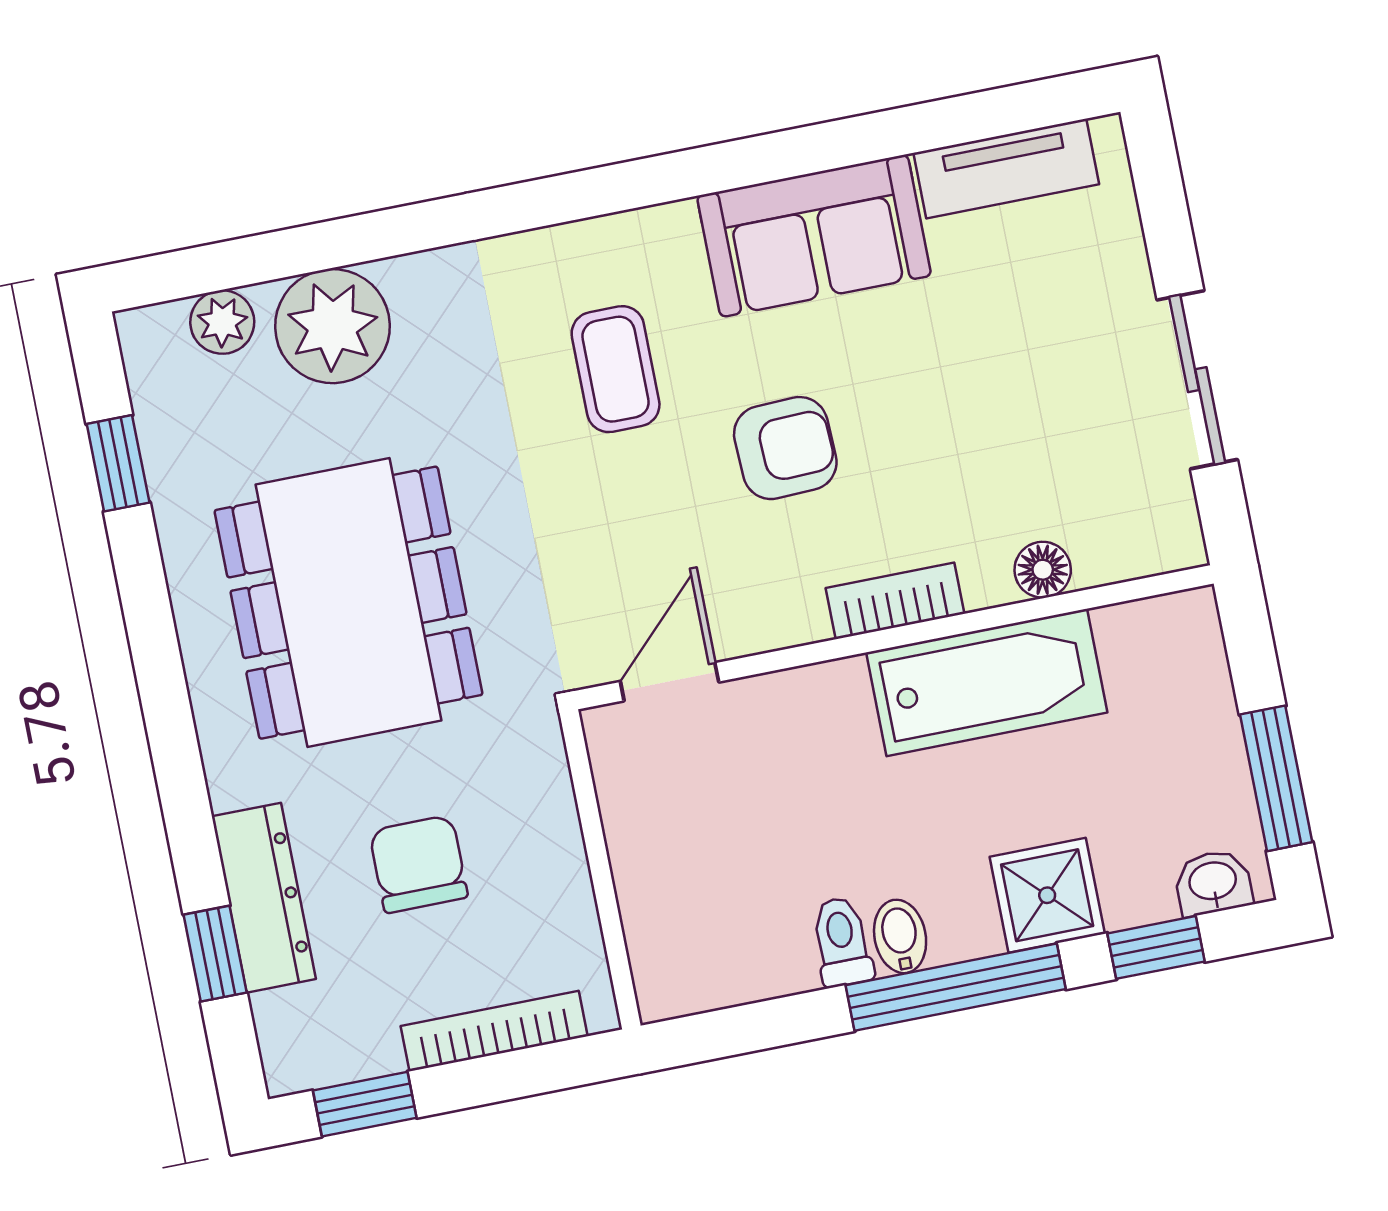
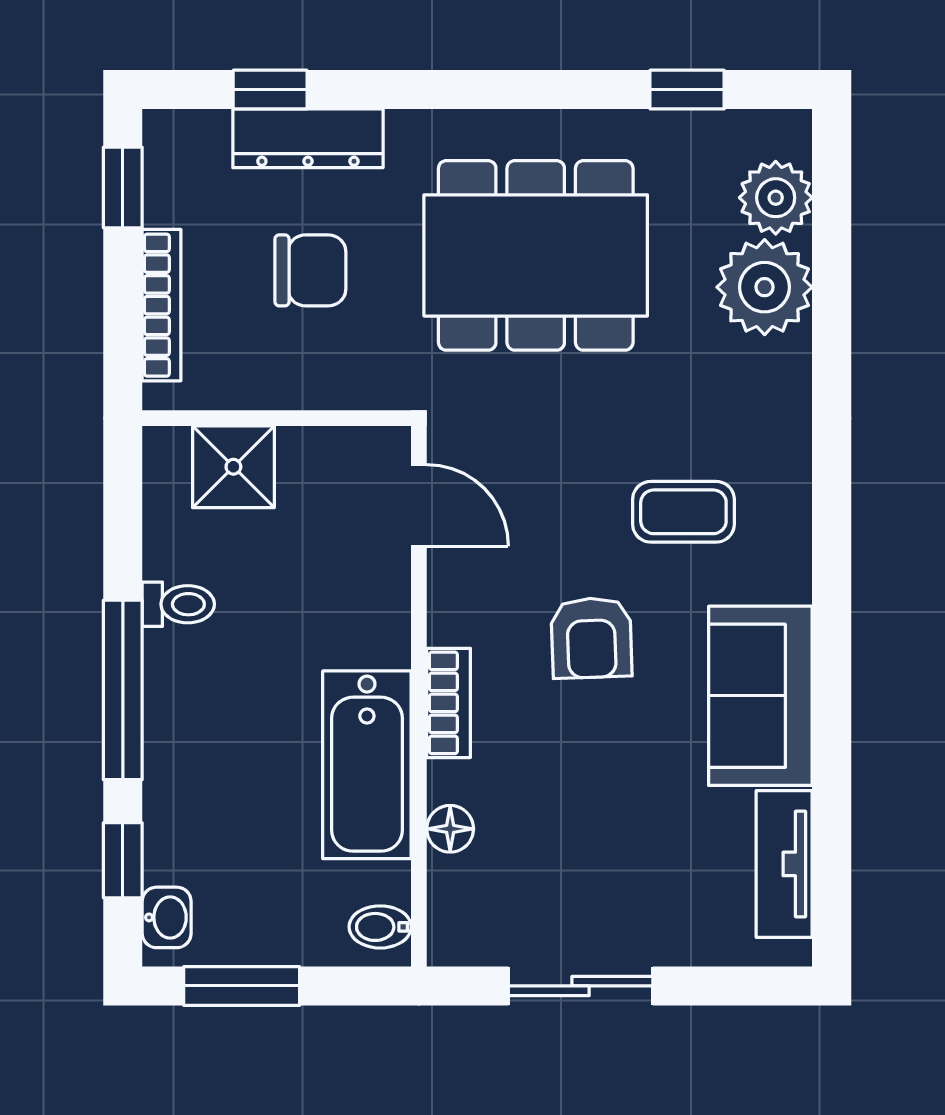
plant: (222, 322) -> (776, 198), width x1.38, depth x1.38
shower: (1047, 895) -> (233, 467), moved
bidet: (900, 936) -> (380, 927), moved, turned 180

